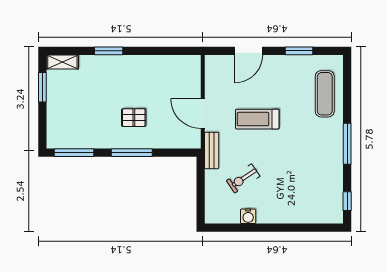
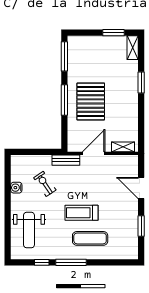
shelving: (194, 75) -> (123, 147), added
exercise mat: (325, 94) -> (90, 238), moved
pallet: (134, 118) -> (91, 101), width x2.05, depth x2.00
treadmill: (257, 119) -> (81, 213), moved, turned -90
weight bench: (304, 199) -> (29, 230), added
window: (347, 201) -> (42, 262), moved

